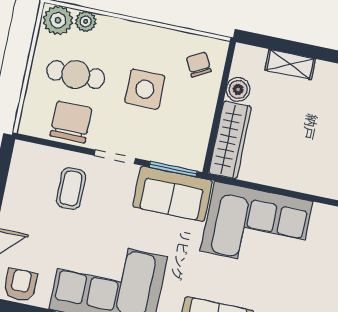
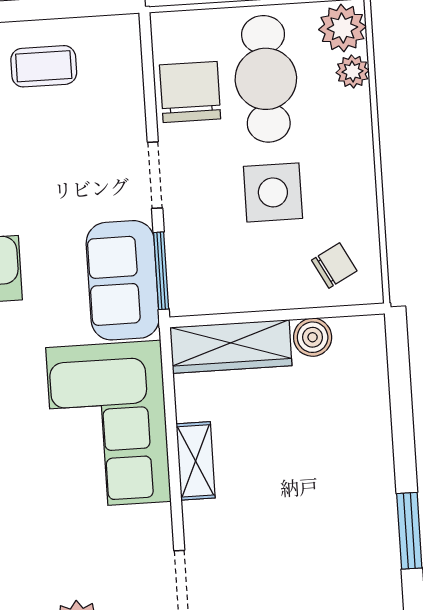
shelving: (290, 64) -> (196, 461), moved
cafe table: (76, 75) -> (266, 79), width x1.37, depth x1.35
chair: (71, 122) -> (190, 92), turned -90
coffee table: (71, 188) -> (44, 66), moved

